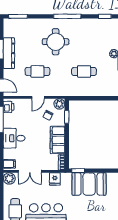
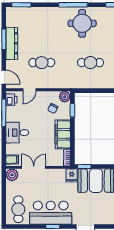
round table: (56, 42) -> (82, 23), moved
door: (38, 97) -> (29, 90), moved
double door: (30, 171) -> (34, 167), swing flipped
fridge: (55, 179) -> (72, 175), moved

